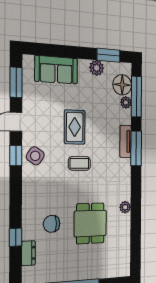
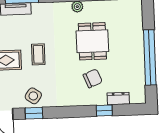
dining table: (90, 223) -> (92, 41), turned 90
chair: (52, 224) -> (93, 78), turned -112

